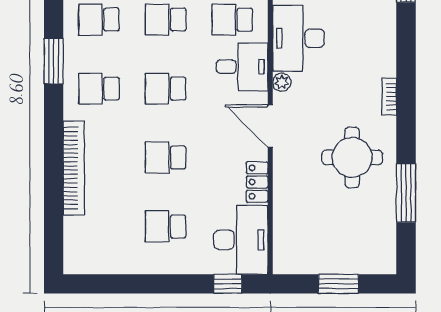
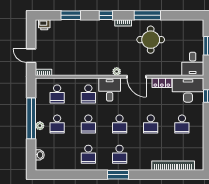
desk: (299, 38) -> (193, 64), moved, width x0.73
window: (406, 58) -> (106, 15), added
window: (54, 61) -> (118, 175), moved
door: (270, 126) -> (137, 77), hinge flipped
bookcase: (74, 168) -> (173, 166), moved
window: (406, 193) -> (147, 15), moved

